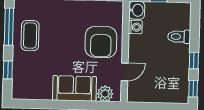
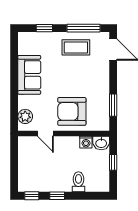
sofa: (74, 88) -> (29, 75), moved

